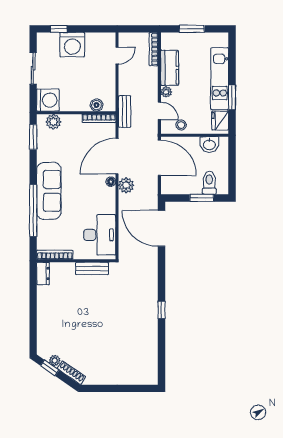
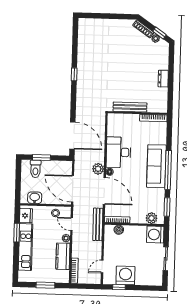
window: (59, 29) -> (119, 287), moved
washing machine: (72, 45) -> (125, 275), moved
bench: (125, 111) -> (98, 224), width x1.36
door: (117, 156) -> (104, 191), hinge flipped
window: (33, 211) -> (168, 170), moved
desk: (100, 235) -> (119, 152), moved
bench: (92, 268) -> (130, 107), width x1.36
dresser: (43, 273) -> (163, 79), moved

